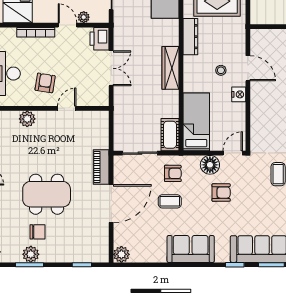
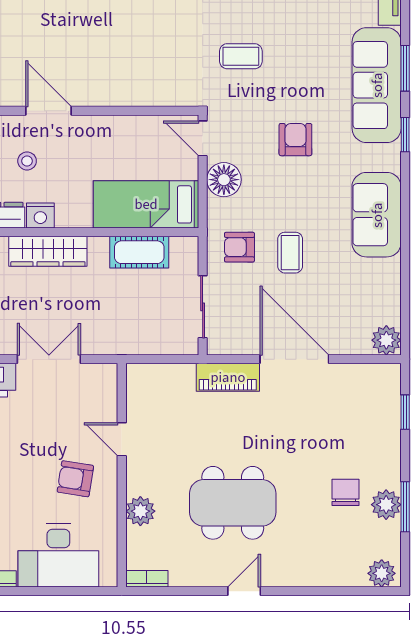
door: (248, 68) -> (49, 111), hinge flipped
stool: (221, 70) -> (27, 161), moved
nightstand: (239, 94) -> (40, 216), moved, turned 180
cot: (170, 135) -> (139, 252), moved
armchair: (173, 173) -> (239, 247), turned -90
armchair: (221, 193) -> (295, 140), moved
dining table: (47, 194) -> (233, 503), moved, turned 90

